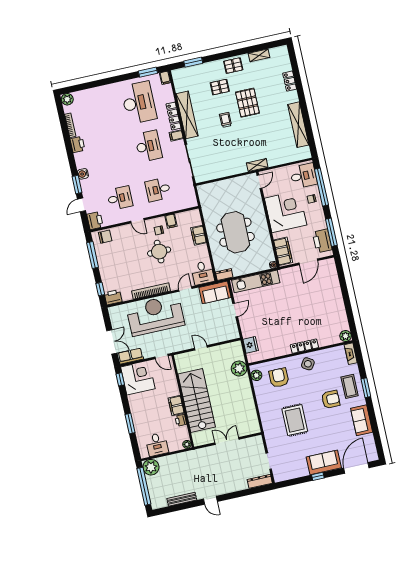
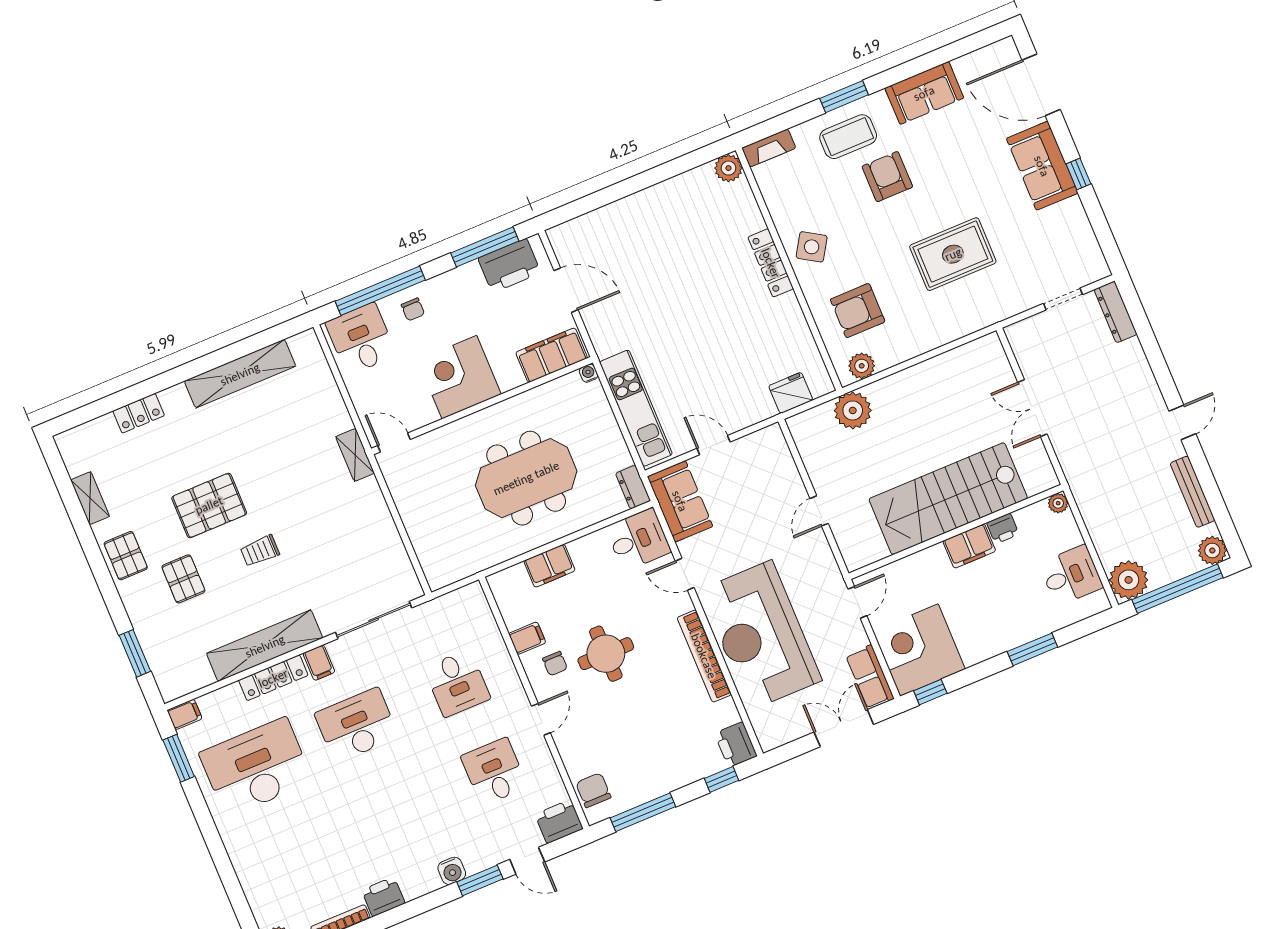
corner desk: (286, 212) -> (459, 377), width x0.74, depth x0.74
plant: (157, 503) -> (1212, 550), added

